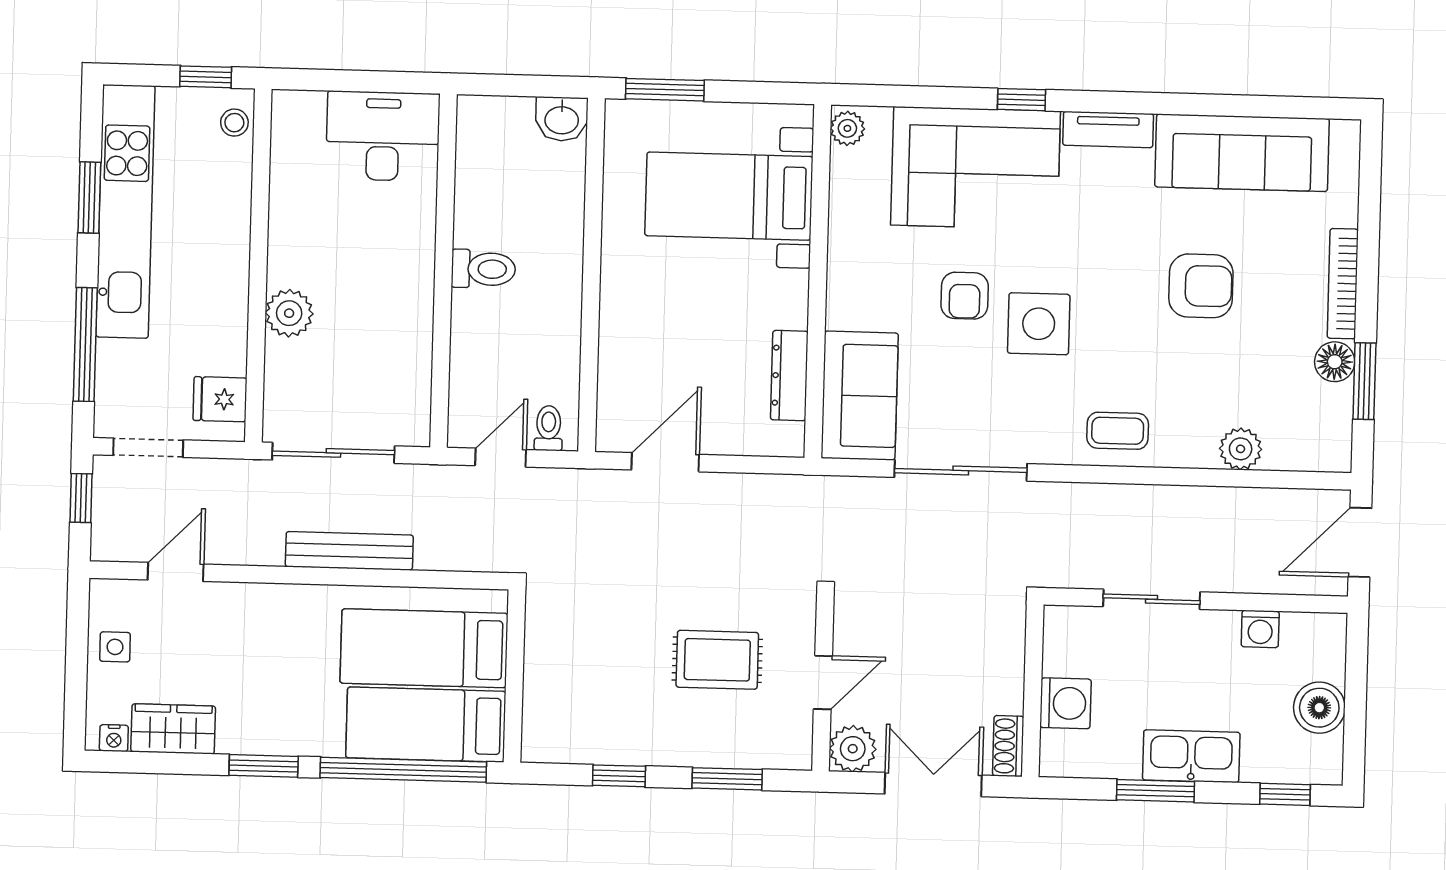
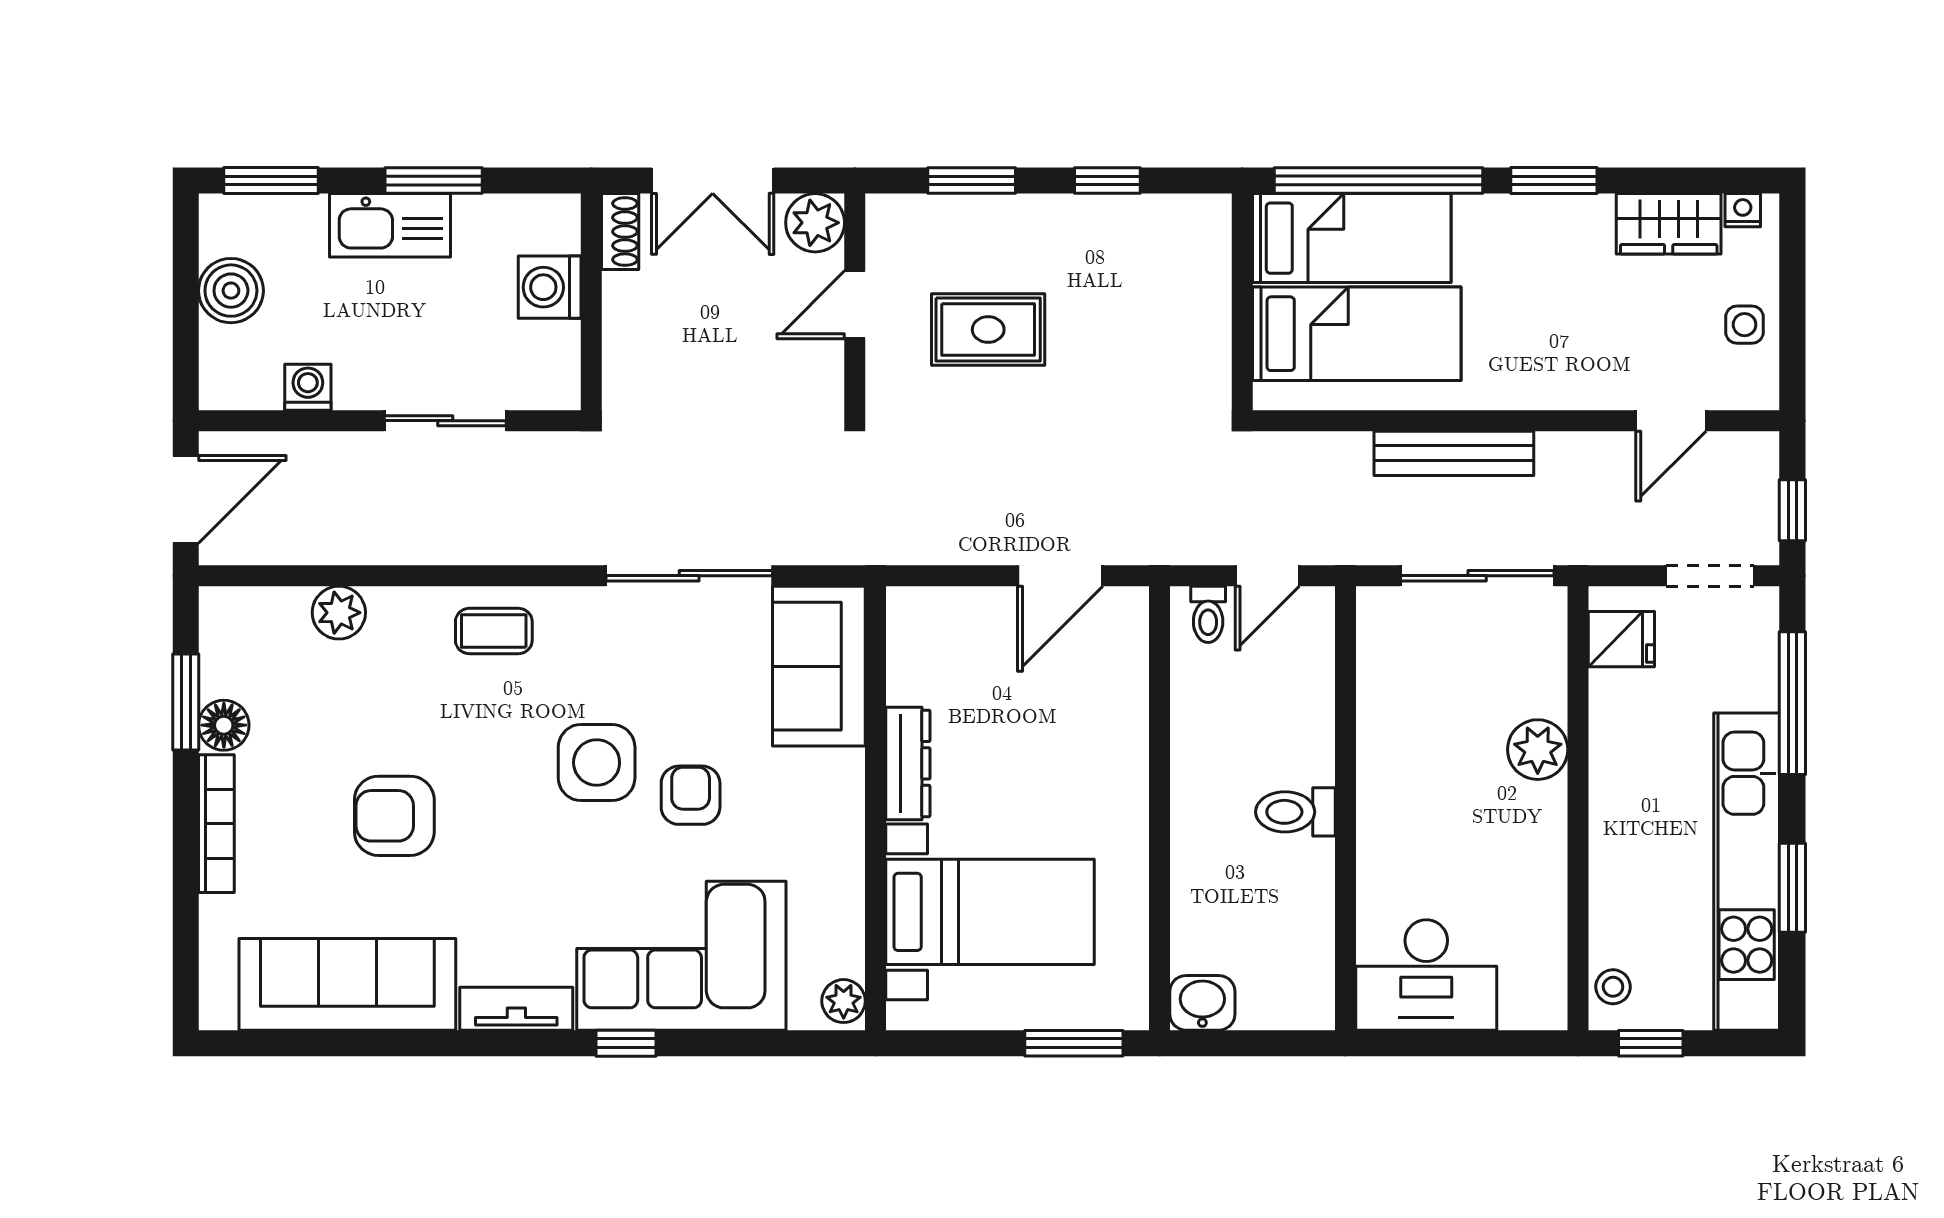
dresser: (789, 376) -> (908, 763), moved
window: (1285, 794) -> (271, 181), width x1.50

